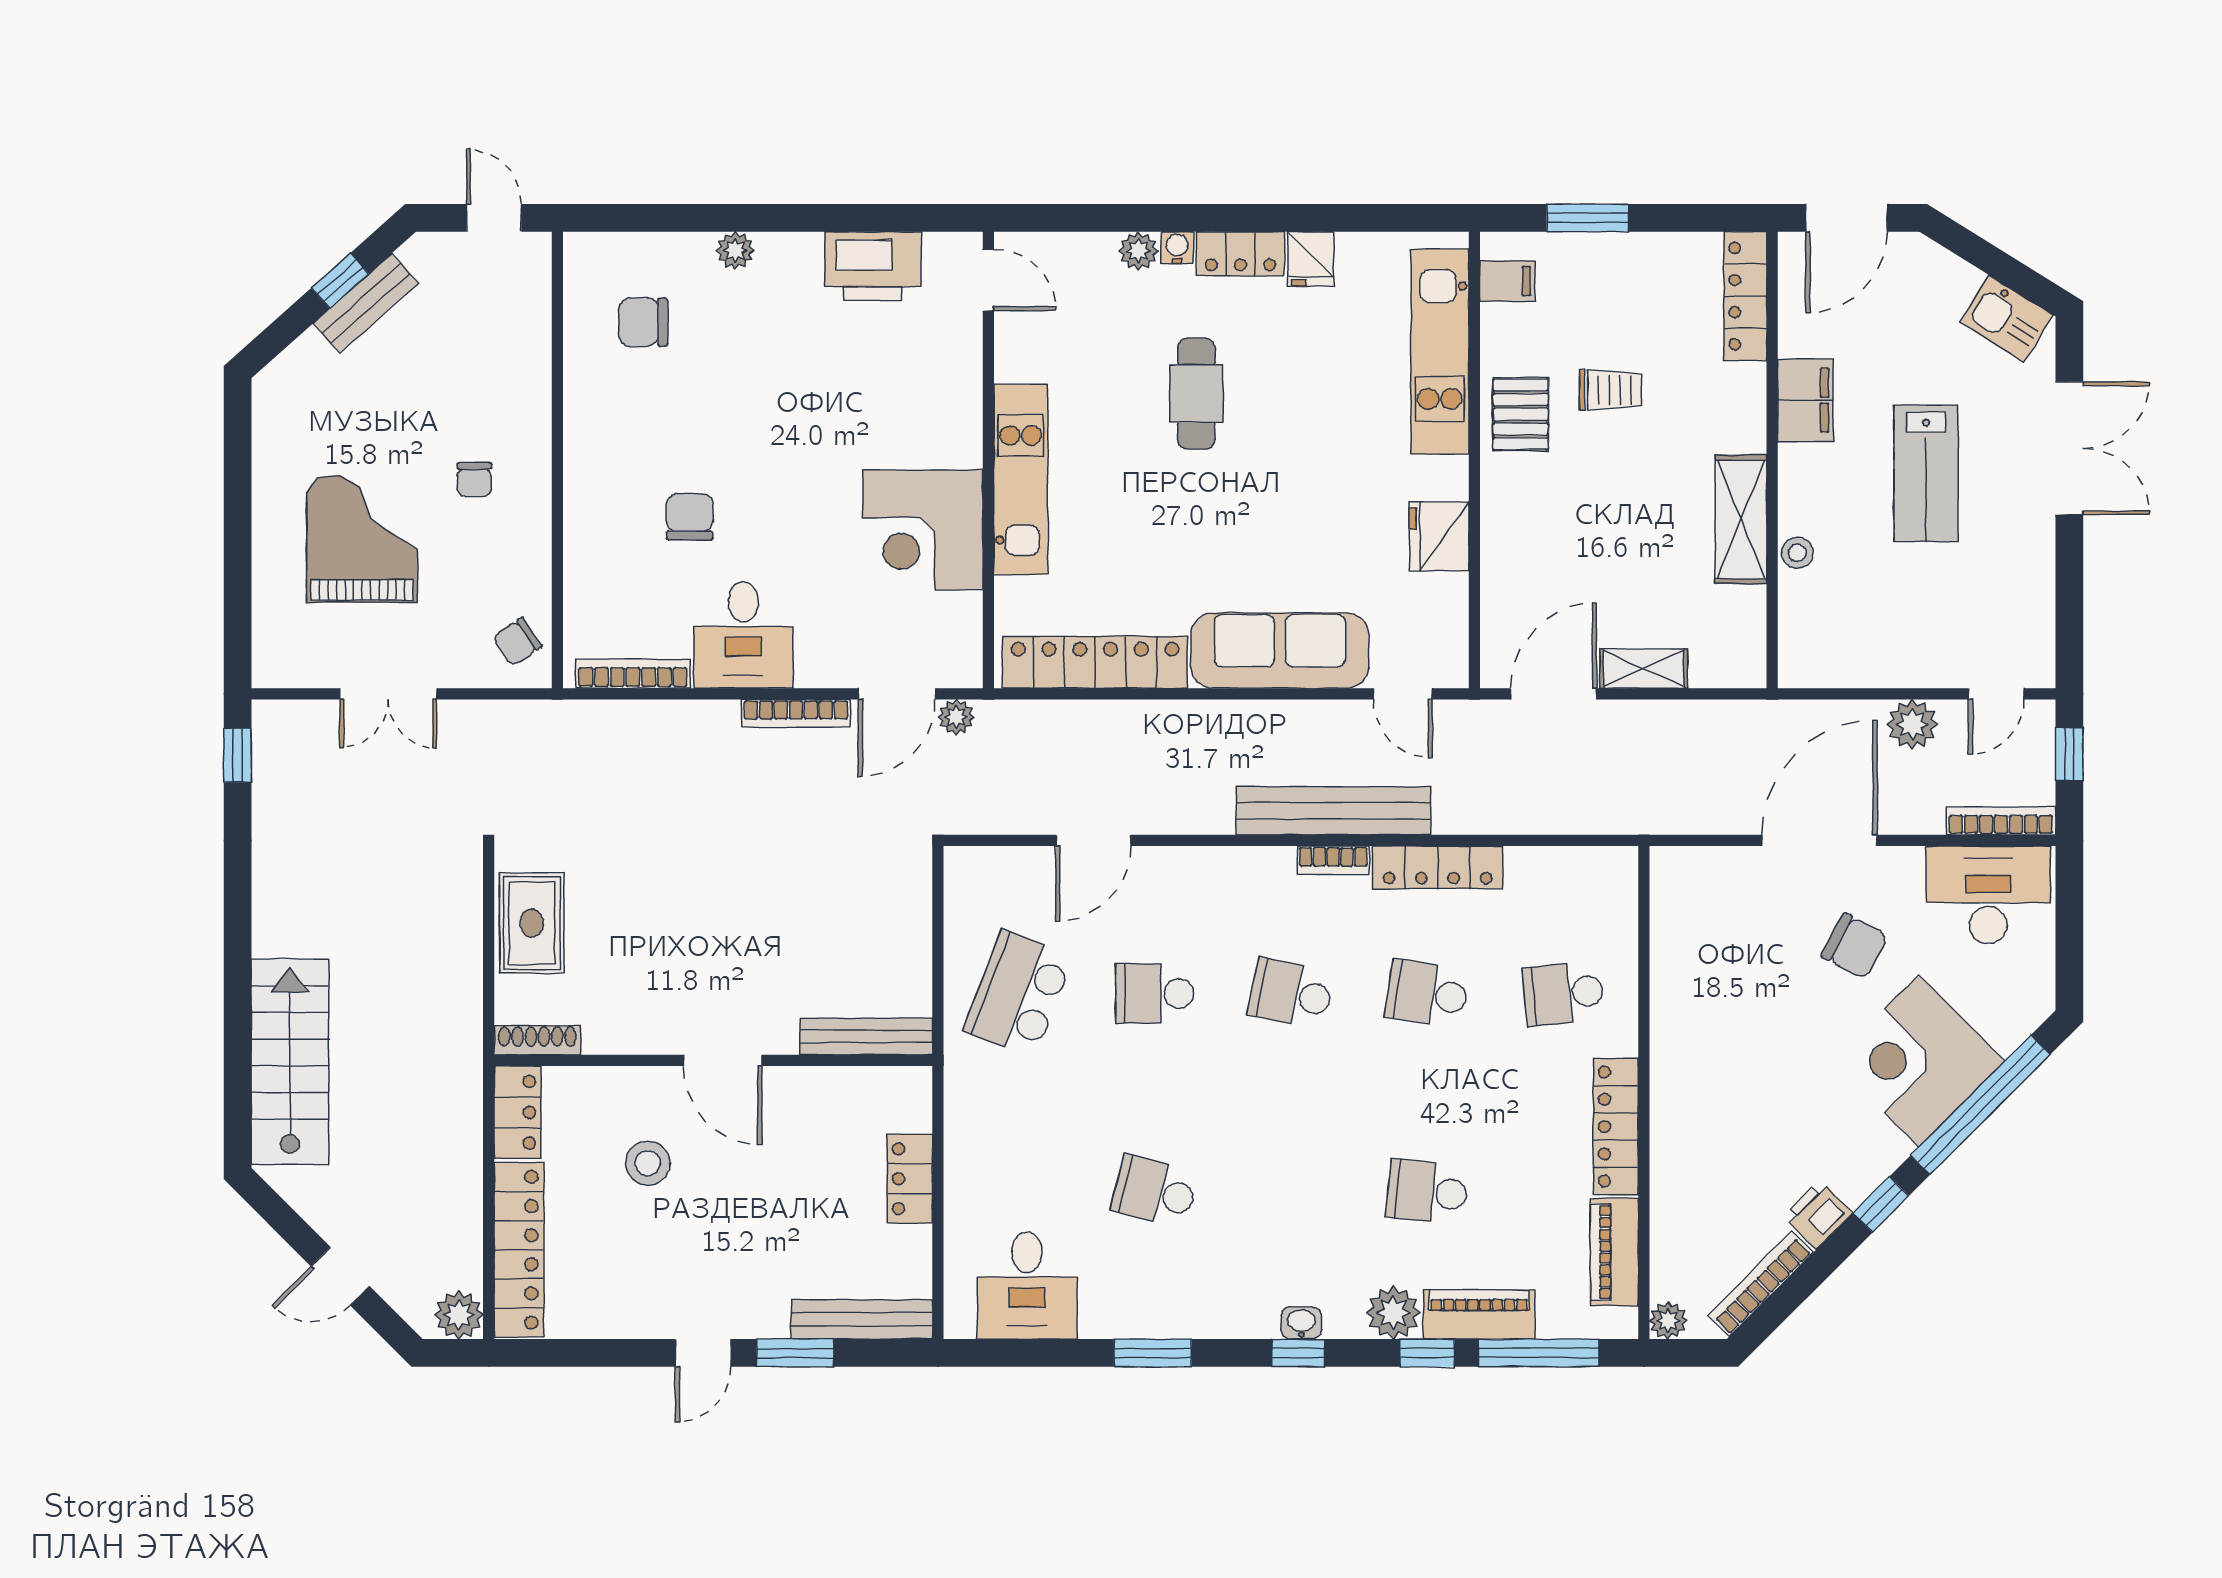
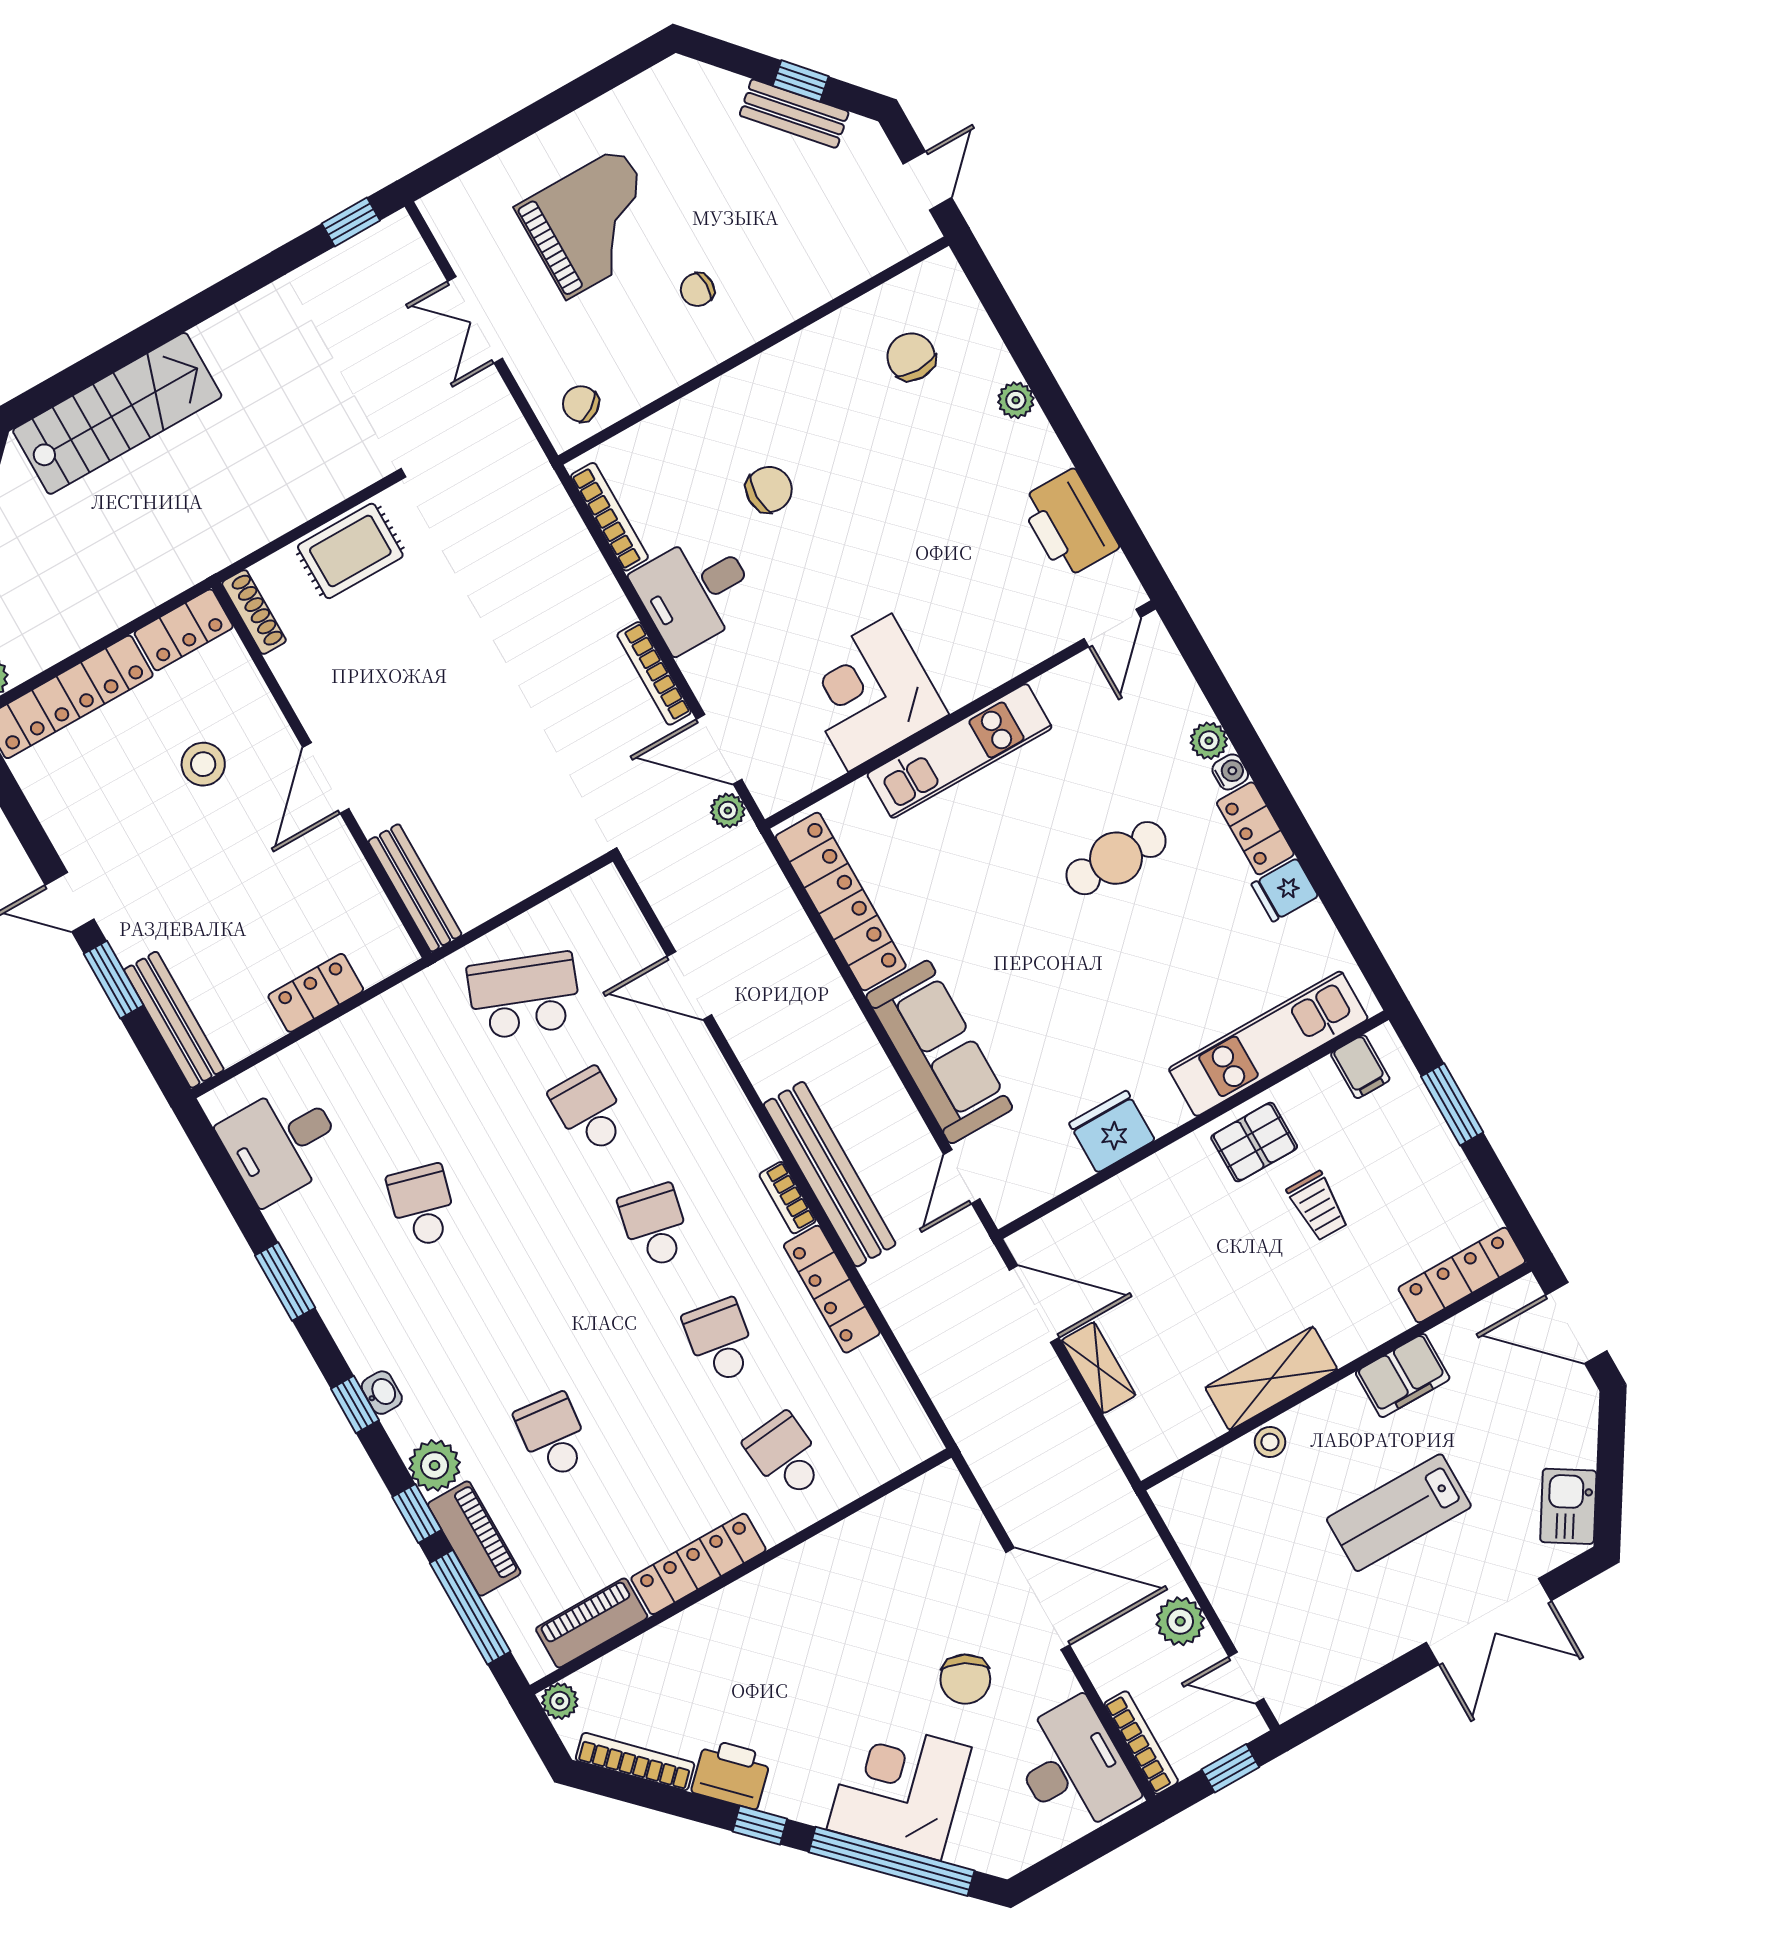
printer: (1818, 1215) -> (731, 1774), width x1.36, depth x1.24

